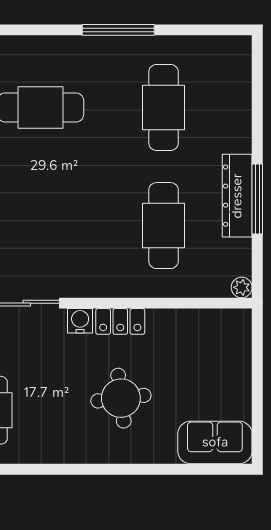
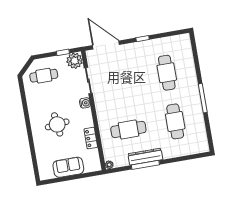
cafe table: (164, 107) -> (175, 121), turned 90
locker: (120, 321) -> (91, 138), moved
sofa: (215, 442) -> (68, 167), moved, turned -90

